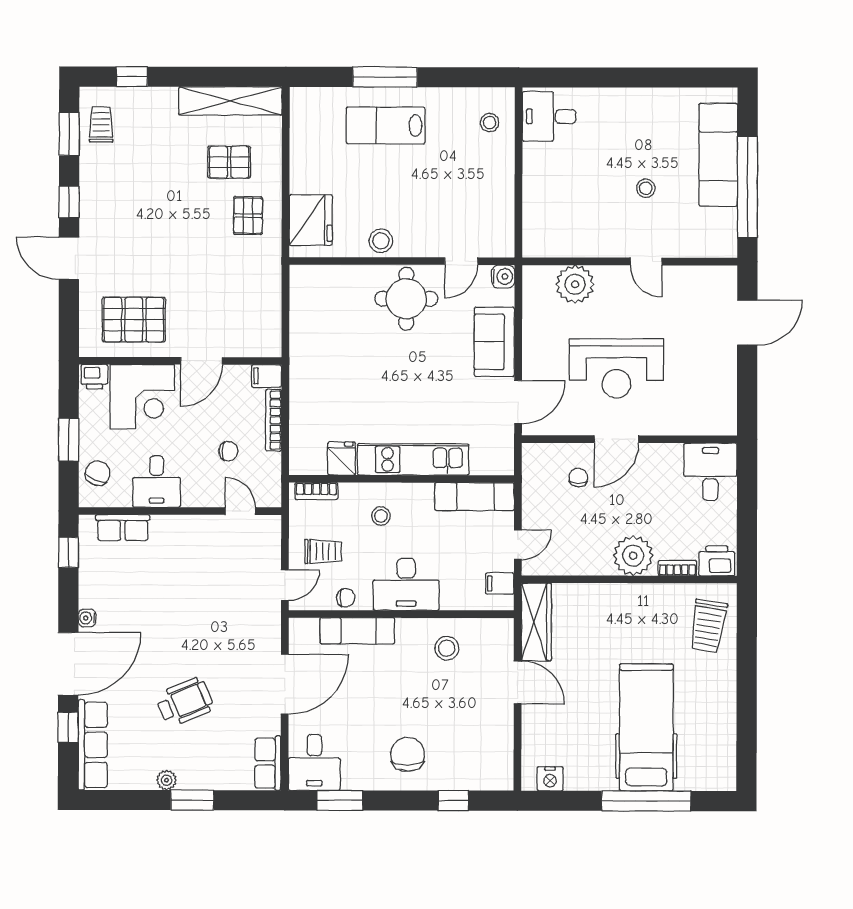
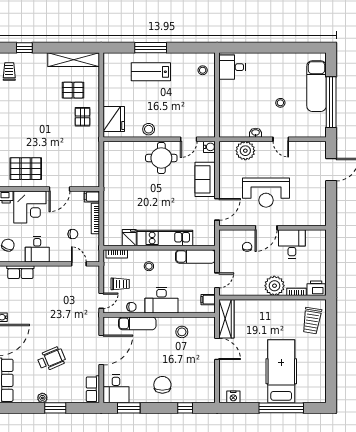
washbasin: (596, 248) -> (256, 133), added
desk: (710, 472) -> (292, 244), moved

